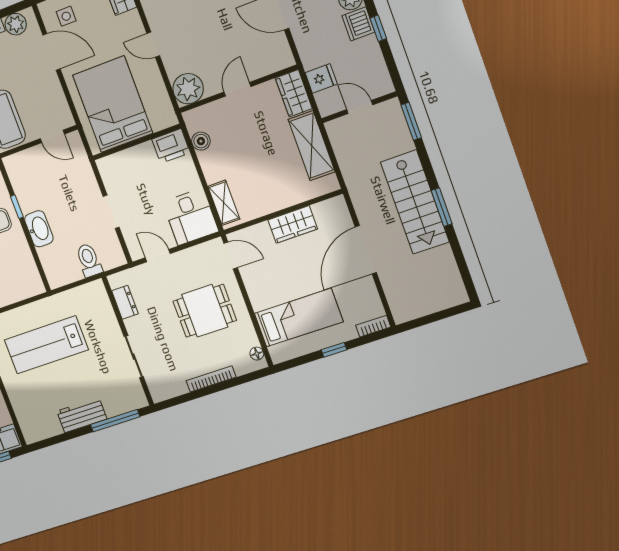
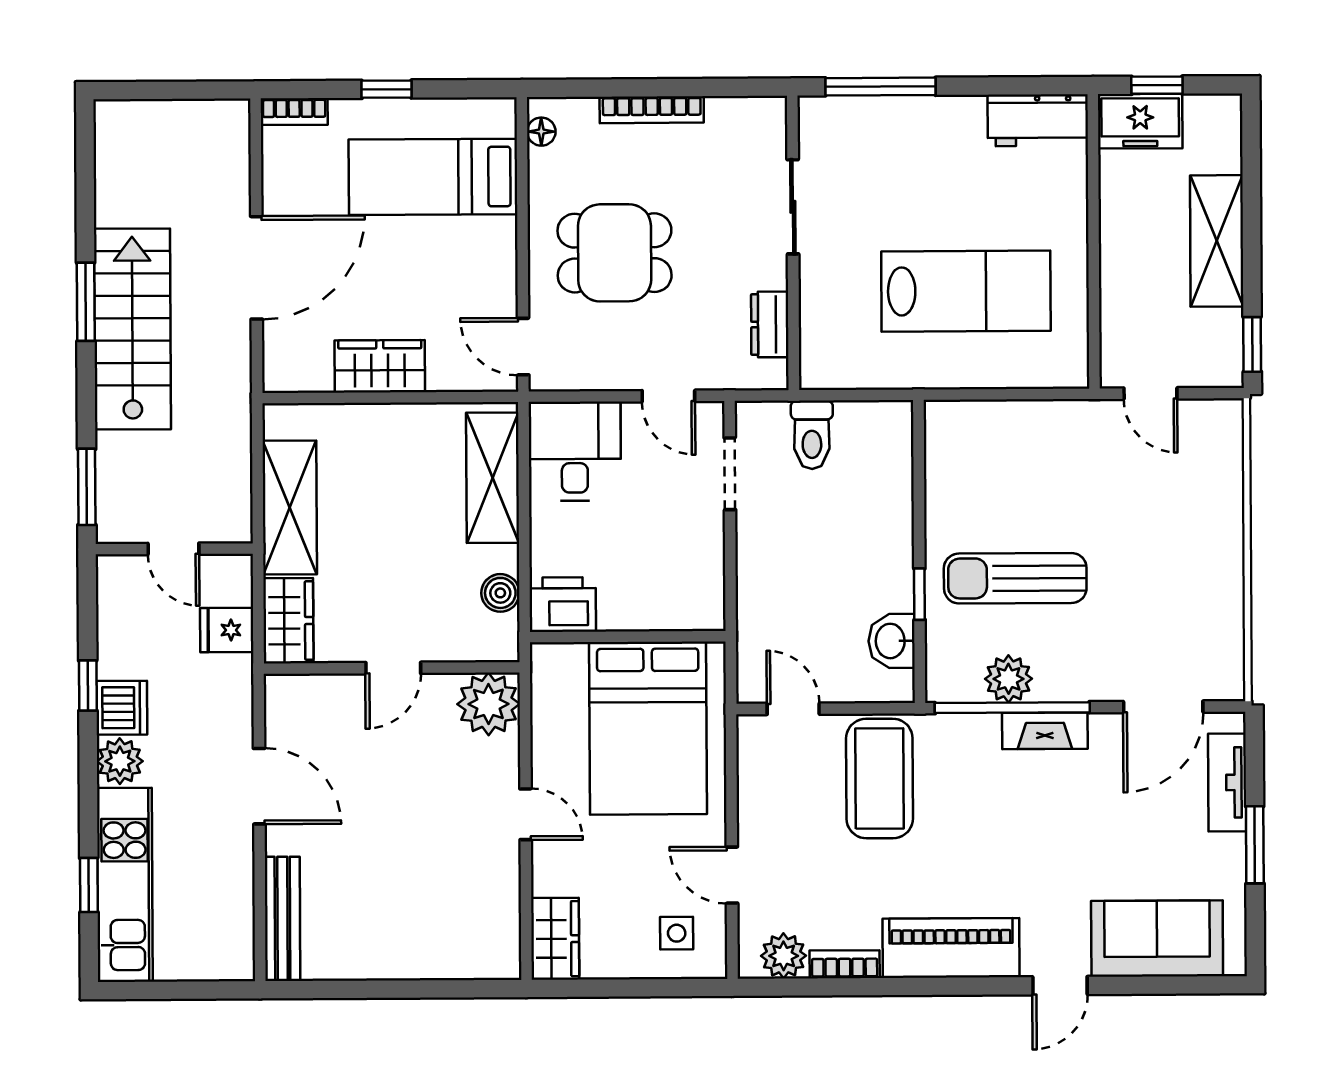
door: (52, 52) -> (732, 875), width x0.73
shelving: (224, 203) -> (493, 478), width x1.50, depth x1.33
doorway: (111, 212) -> (730, 474), moved
washbasin: (39, 229) -> (892, 641), moved, width x0.72
workbench: (82, 415) -> (1038, 120), moved

